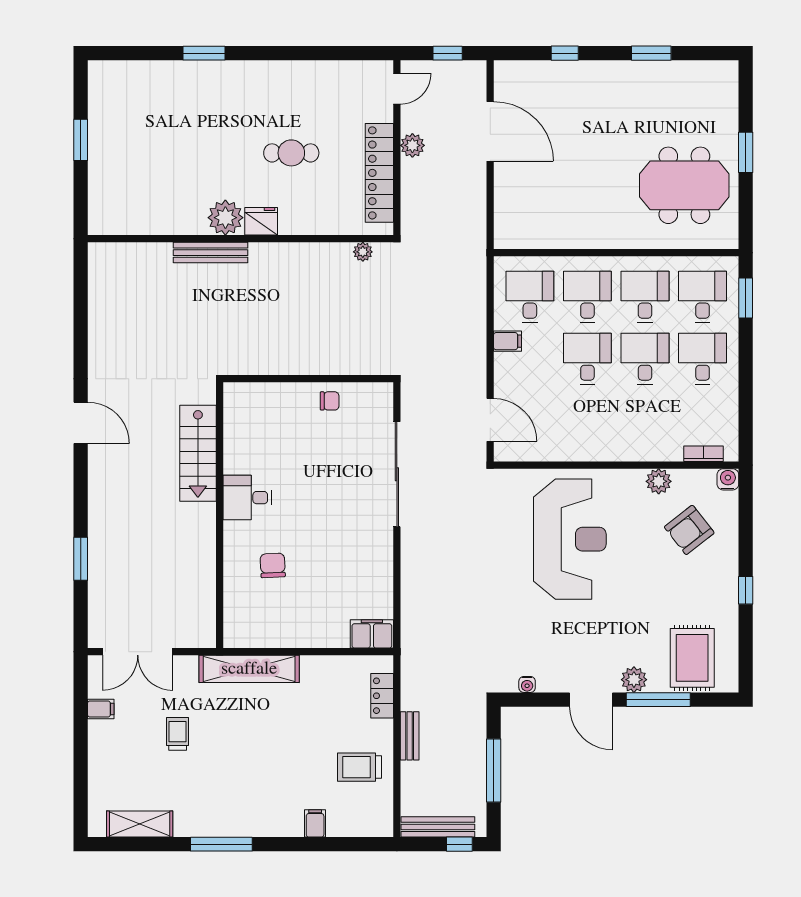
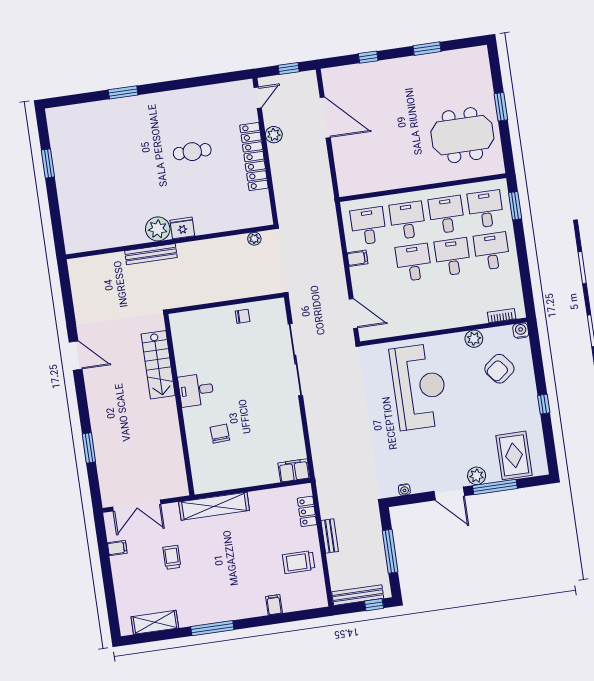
plant: (225, 218) -> (158, 229), moved
fridge: (261, 221) -> (182, 228), moved
wall: (241, 239) -> (170, 242), moved
plant: (363, 252) -> (254, 239), moved
bench: (210, 253) -> (151, 254), moved

